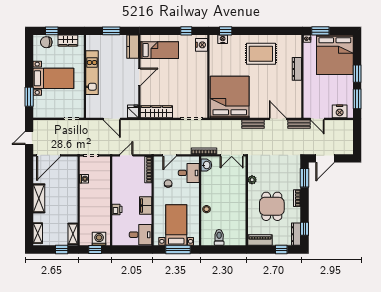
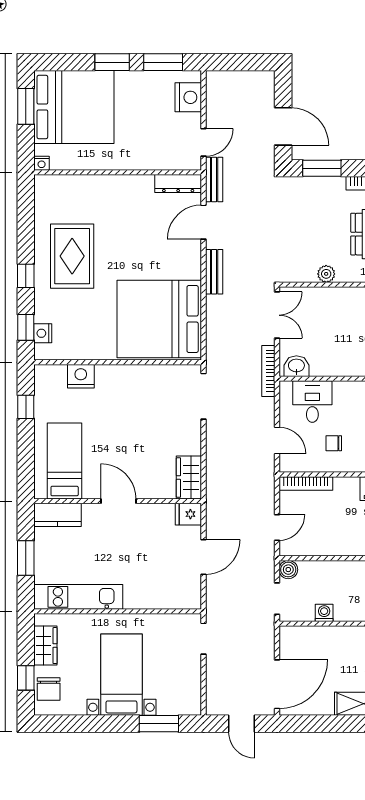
window: (251, 31) -> (26, 276), added
window: (320, 31) -> (26, 106), moved
nightstand: (201, 45) -> (81, 376), moved
dresser: (297, 69) -> (178, 183), moved
kitchen unit: (92, 73) -> (78, 597), moved
wardrobe: (156, 112) -> (189, 478), width x0.67
door: (49, 155) -> (277, 684), hinge flipped
door: (126, 155) -> (277, 527), swing flipped
boiler: (106, 161) -> (288, 570), added

